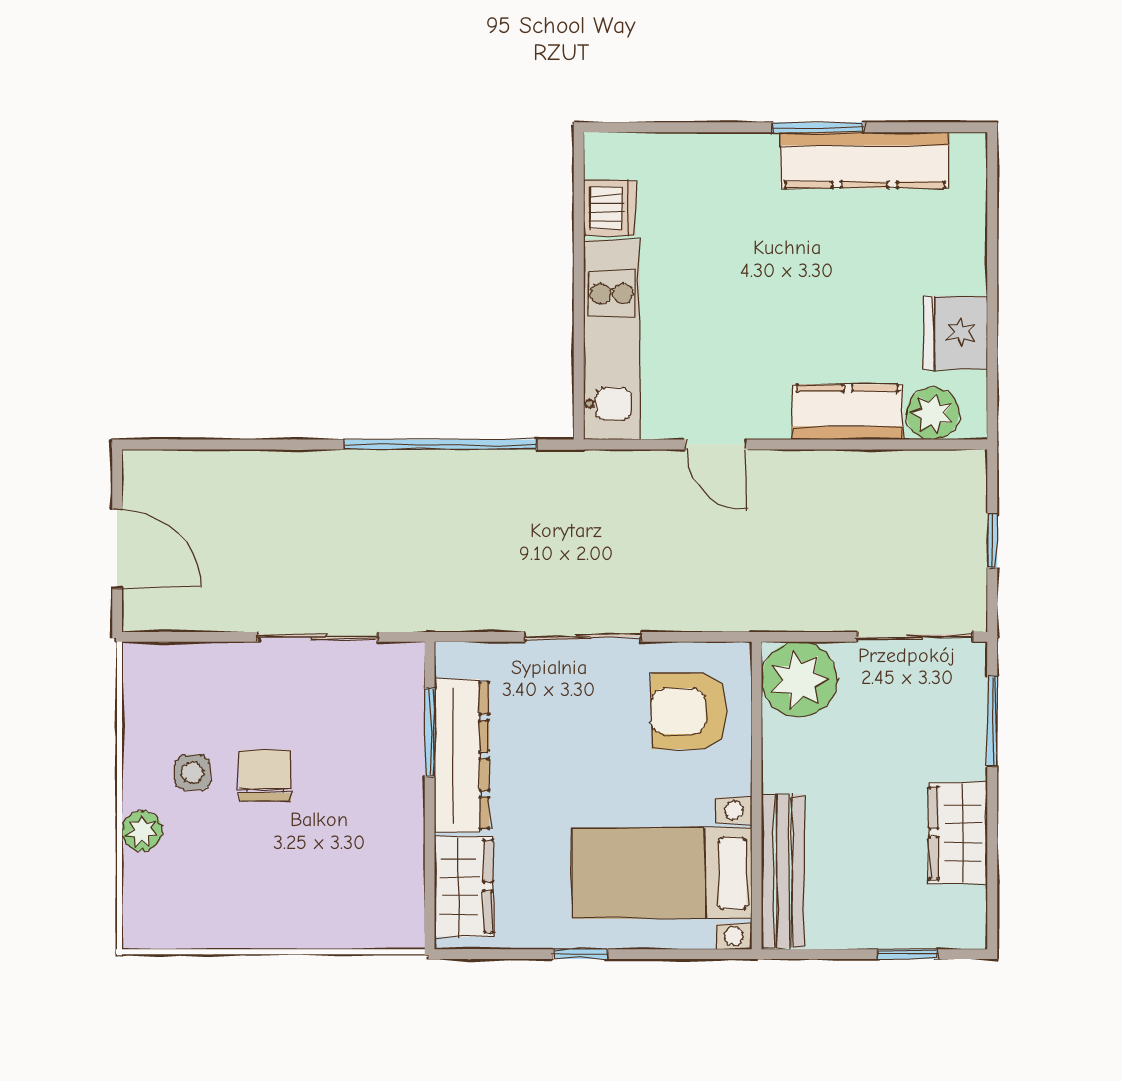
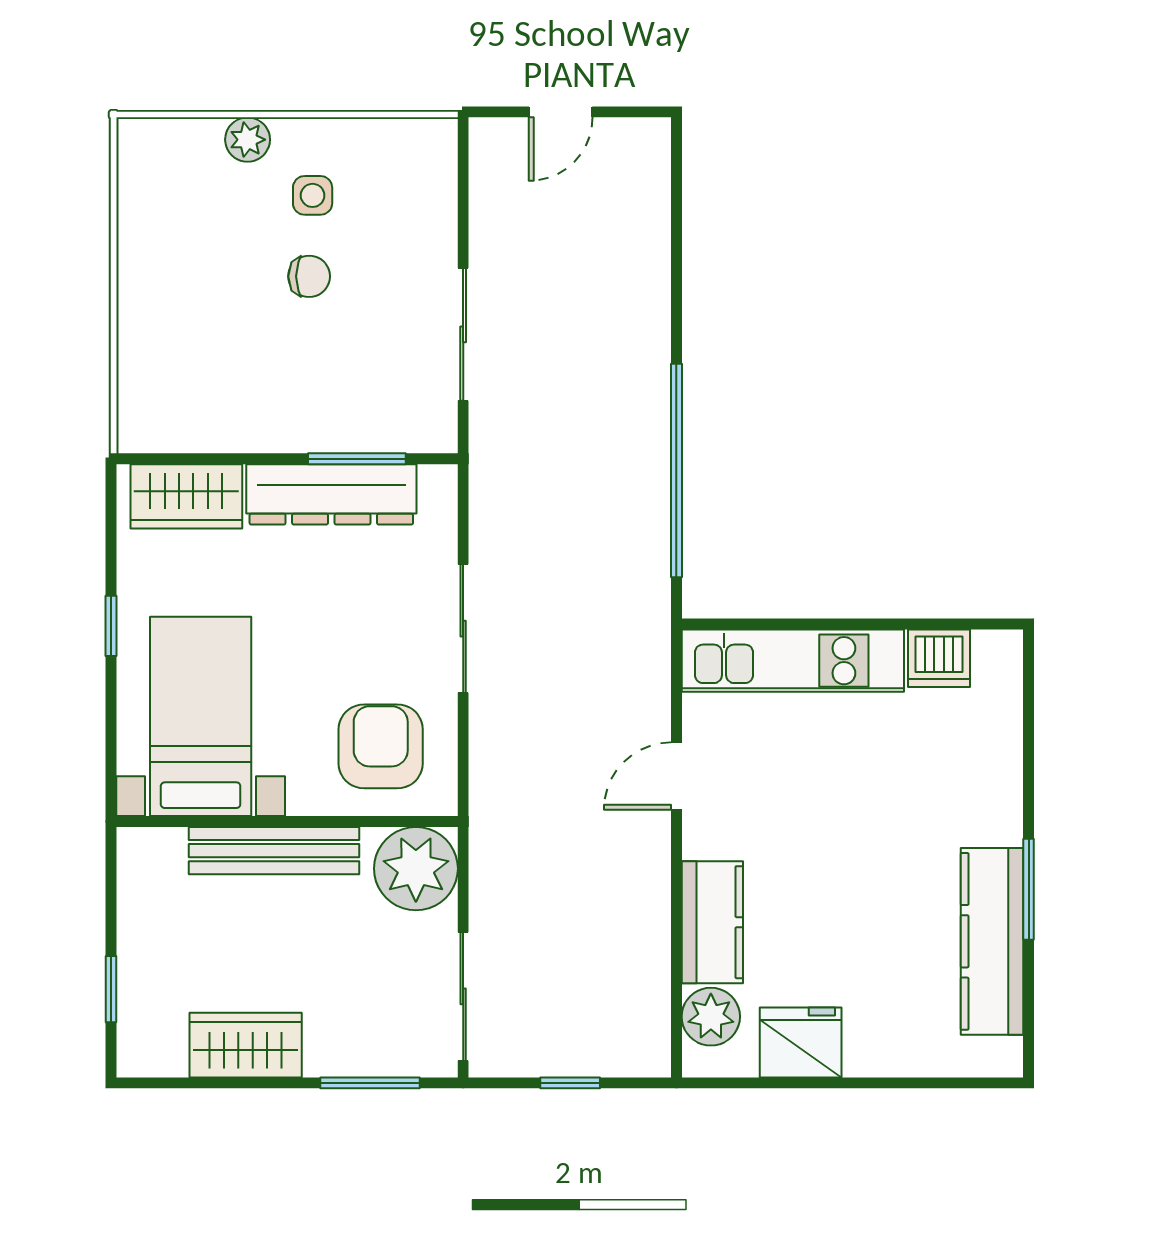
door: (117, 549) -> (561, 112), width x0.73
chair: (265, 776) -> (309, 276), width x0.73, depth x0.73
bench: (783, 871) -> (274, 851), moved

